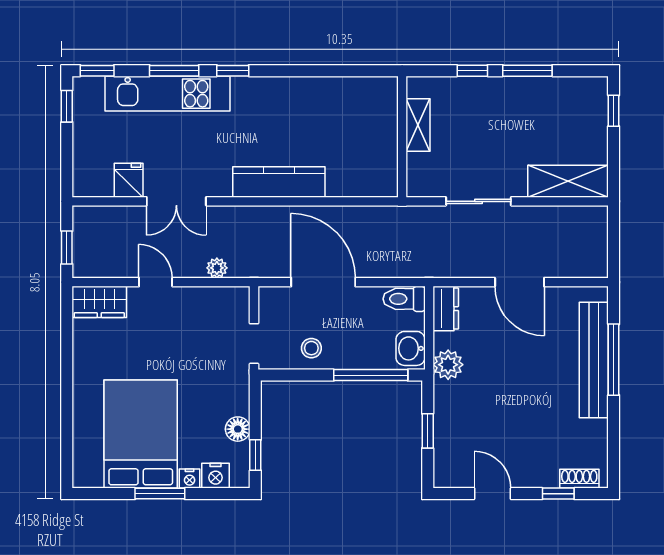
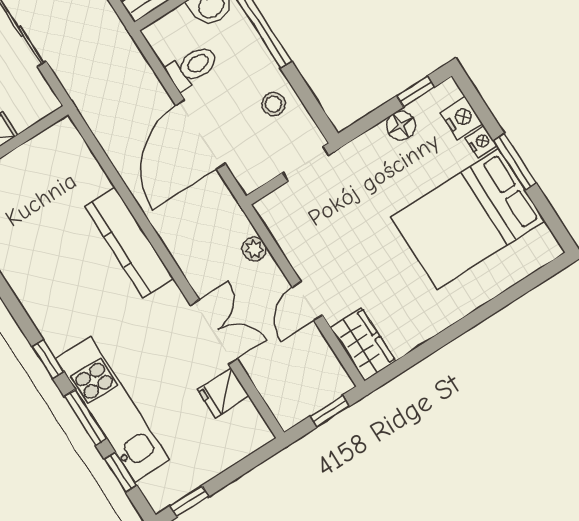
window: (97, 71) -> (121, 472), moved
toilet: (404, 299) -> (192, 67), moved, turned -90

